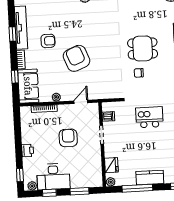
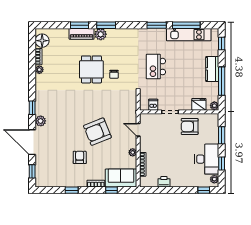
tv unit: (21, 28) -> (66, 182), removed
armchair: (68, 138) -> (190, 126), moved
printer: (28, 150) -> (164, 182), moved

